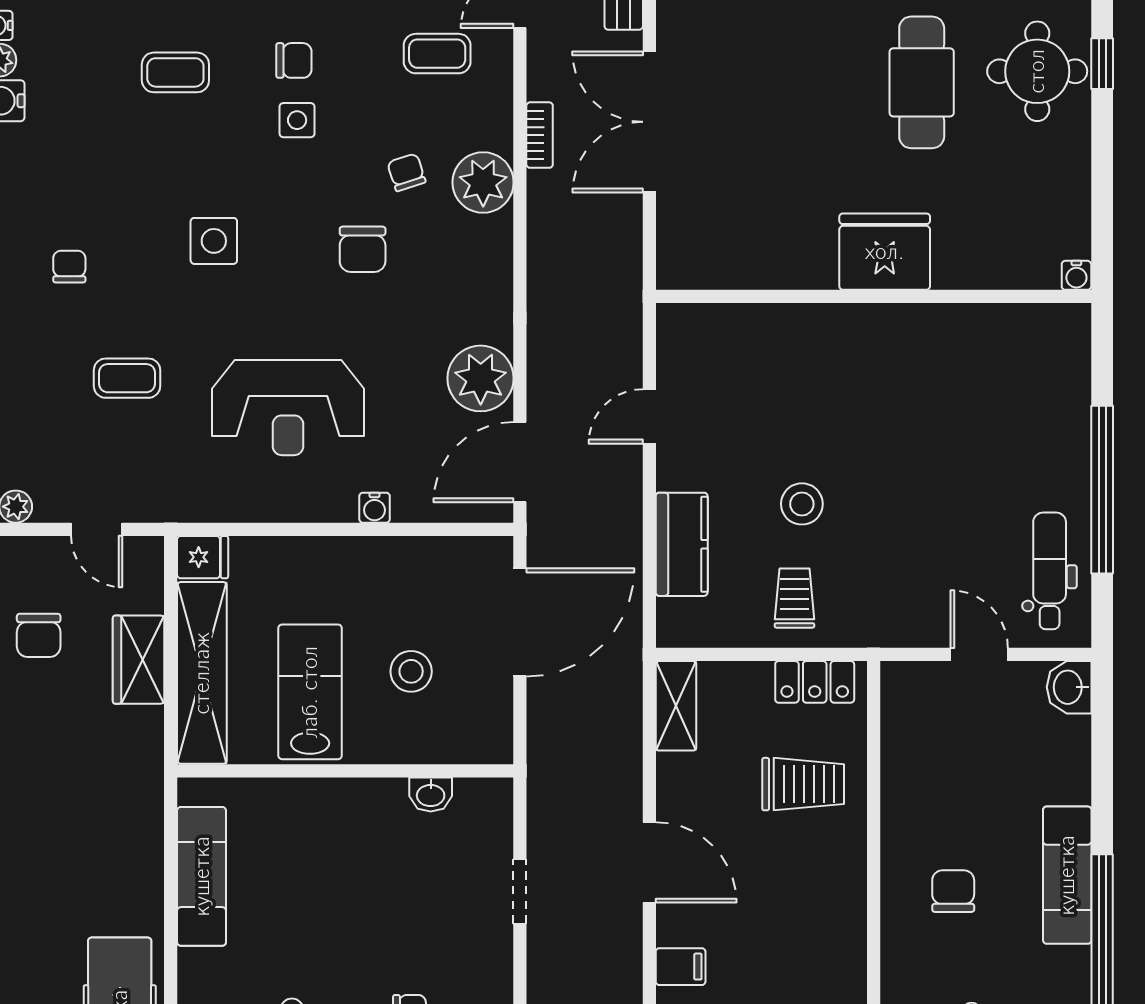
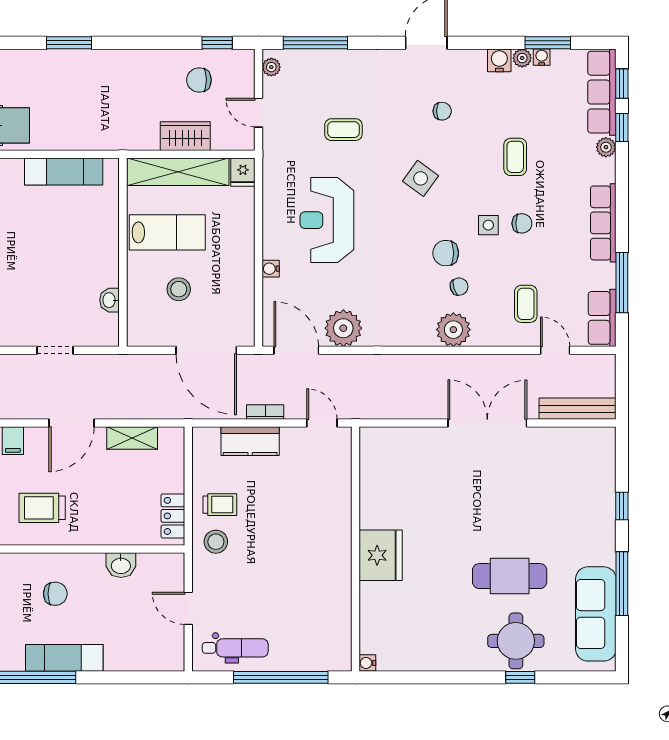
chair: (294, 60) -> (522, 223), turned -90
bookcase: (540, 135) -> (265, 412), moved, turned 180
side table: (214, 241) -> (421, 178), turned 36
chair: (363, 249) -> (446, 253), moved
fridge: (885, 252) -> (381, 555), moved
chair: (69, 267) -> (442, 111), moved
water cooler: (1076, 275) -> (367, 663), moved
wall: (874, 296) -> (355, 549), moved
coffee table: (127, 378) -> (343, 130), turned 90
stool: (802, 504) -> (216, 542), moved
door: (97, 529) -> (259, 113), hinge flipped
door: (979, 654) -> (188, 608), swing flipped
washbasin: (1069, 687) -> (121, 565), moved, turned 180
shelving: (676, 706) -> (132, 438), moved
trolley: (803, 784) -> (42, 508), moved, turned 90

